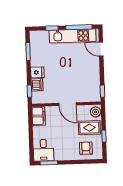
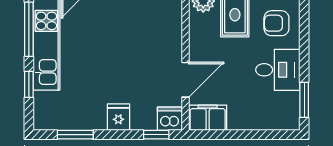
dishwasher: (37, 85) -> (170, 119), moved
door: (68, 104) -> (185, 80), moved
desk: (43, 150) -> (278, 70), moved

